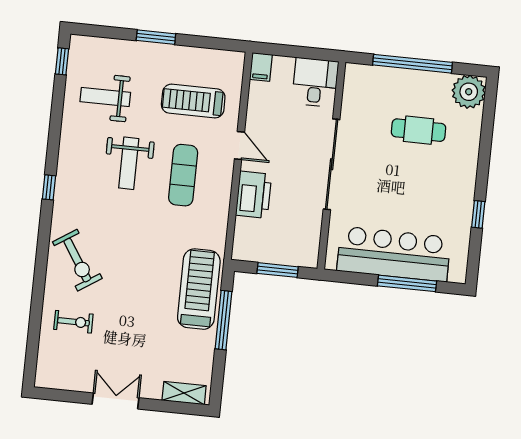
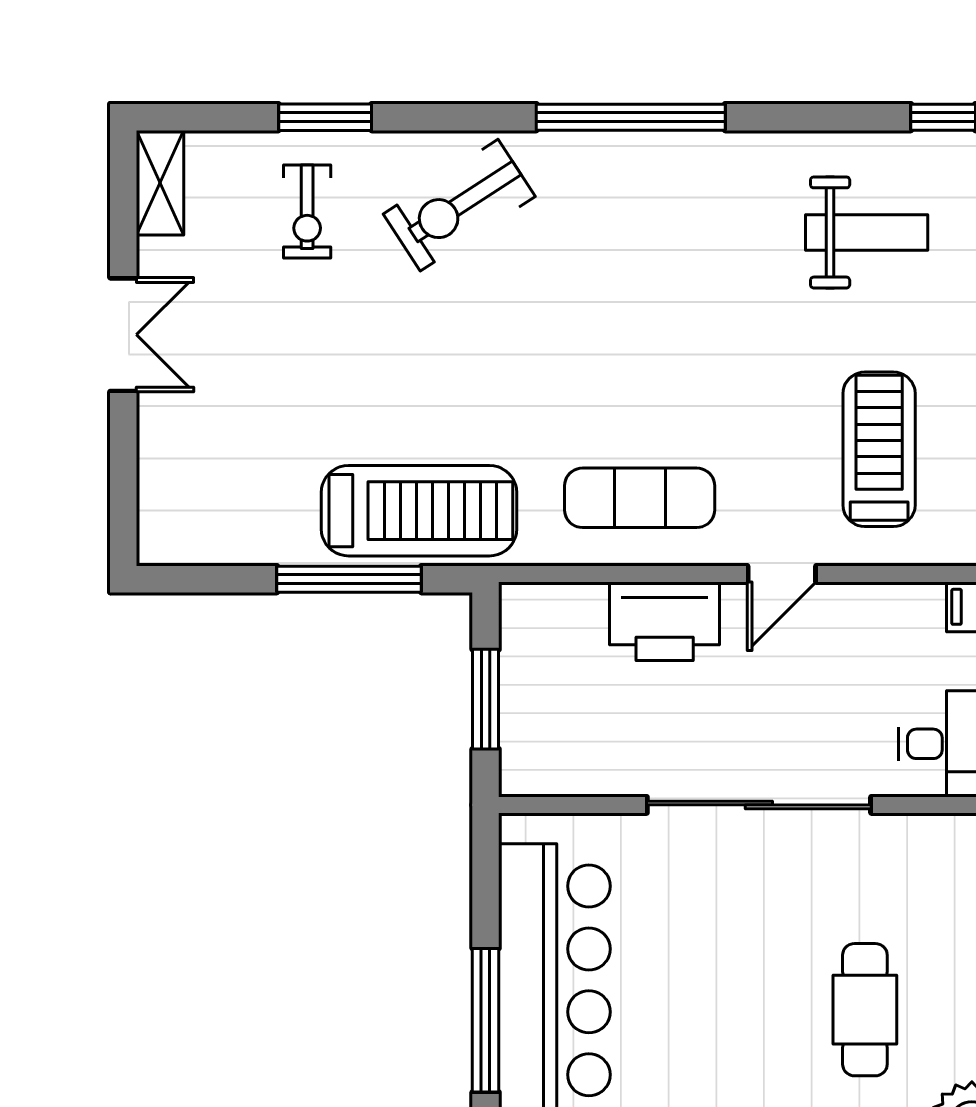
weight bench: (105, 97) -> (867, 232), turned 90
weight bench: (129, 163) -> (710, 307), removed
exercise mat: (183, 175) -> (640, 498), moved
window: (49, 187) -> (631, 117), width x3.17
window: (36, 311) -> (325, 117), added
shelving: (184, 393) -> (160, 183), moved

